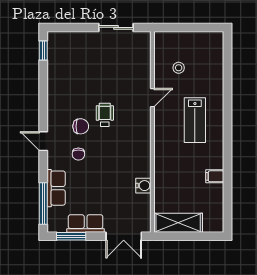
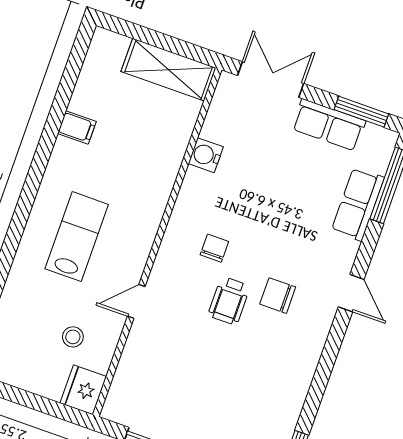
fridge: (164, 42) -> (83, 390), added
chair: (78, 154) -> (214, 248), moved

